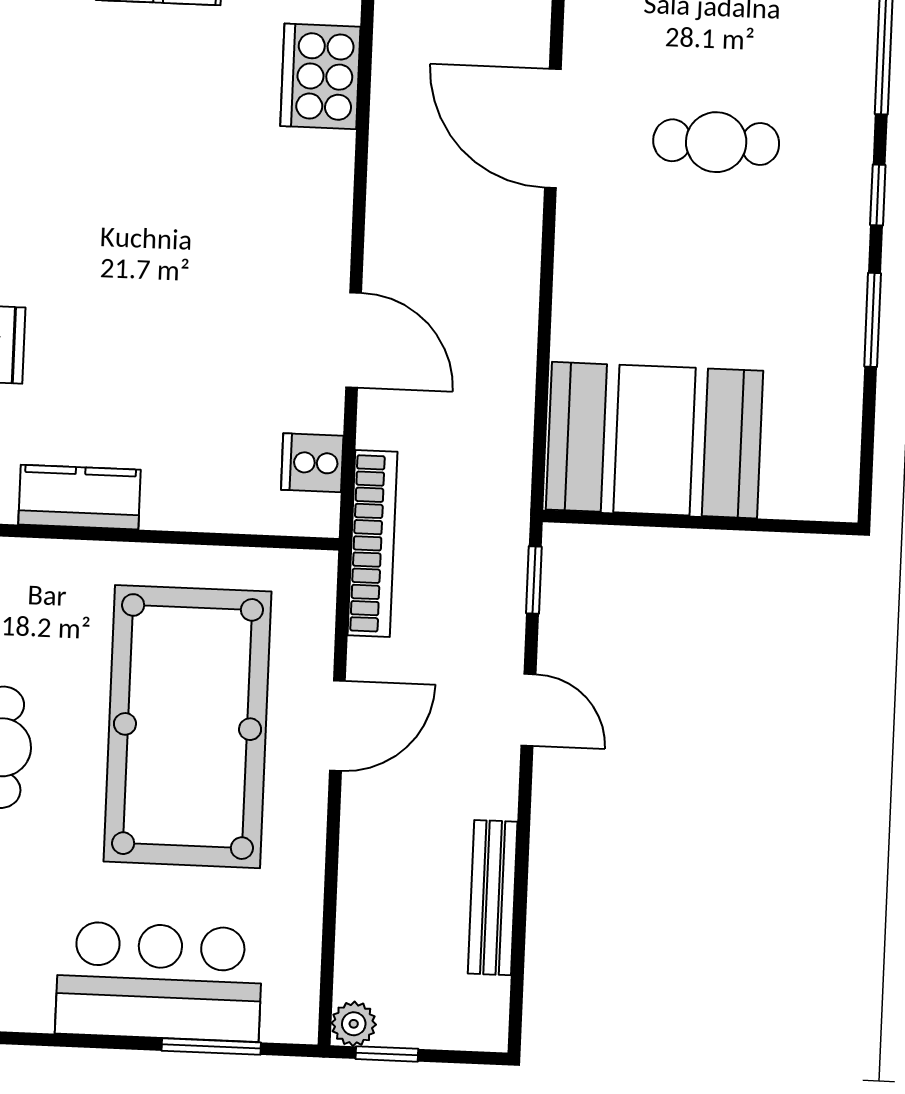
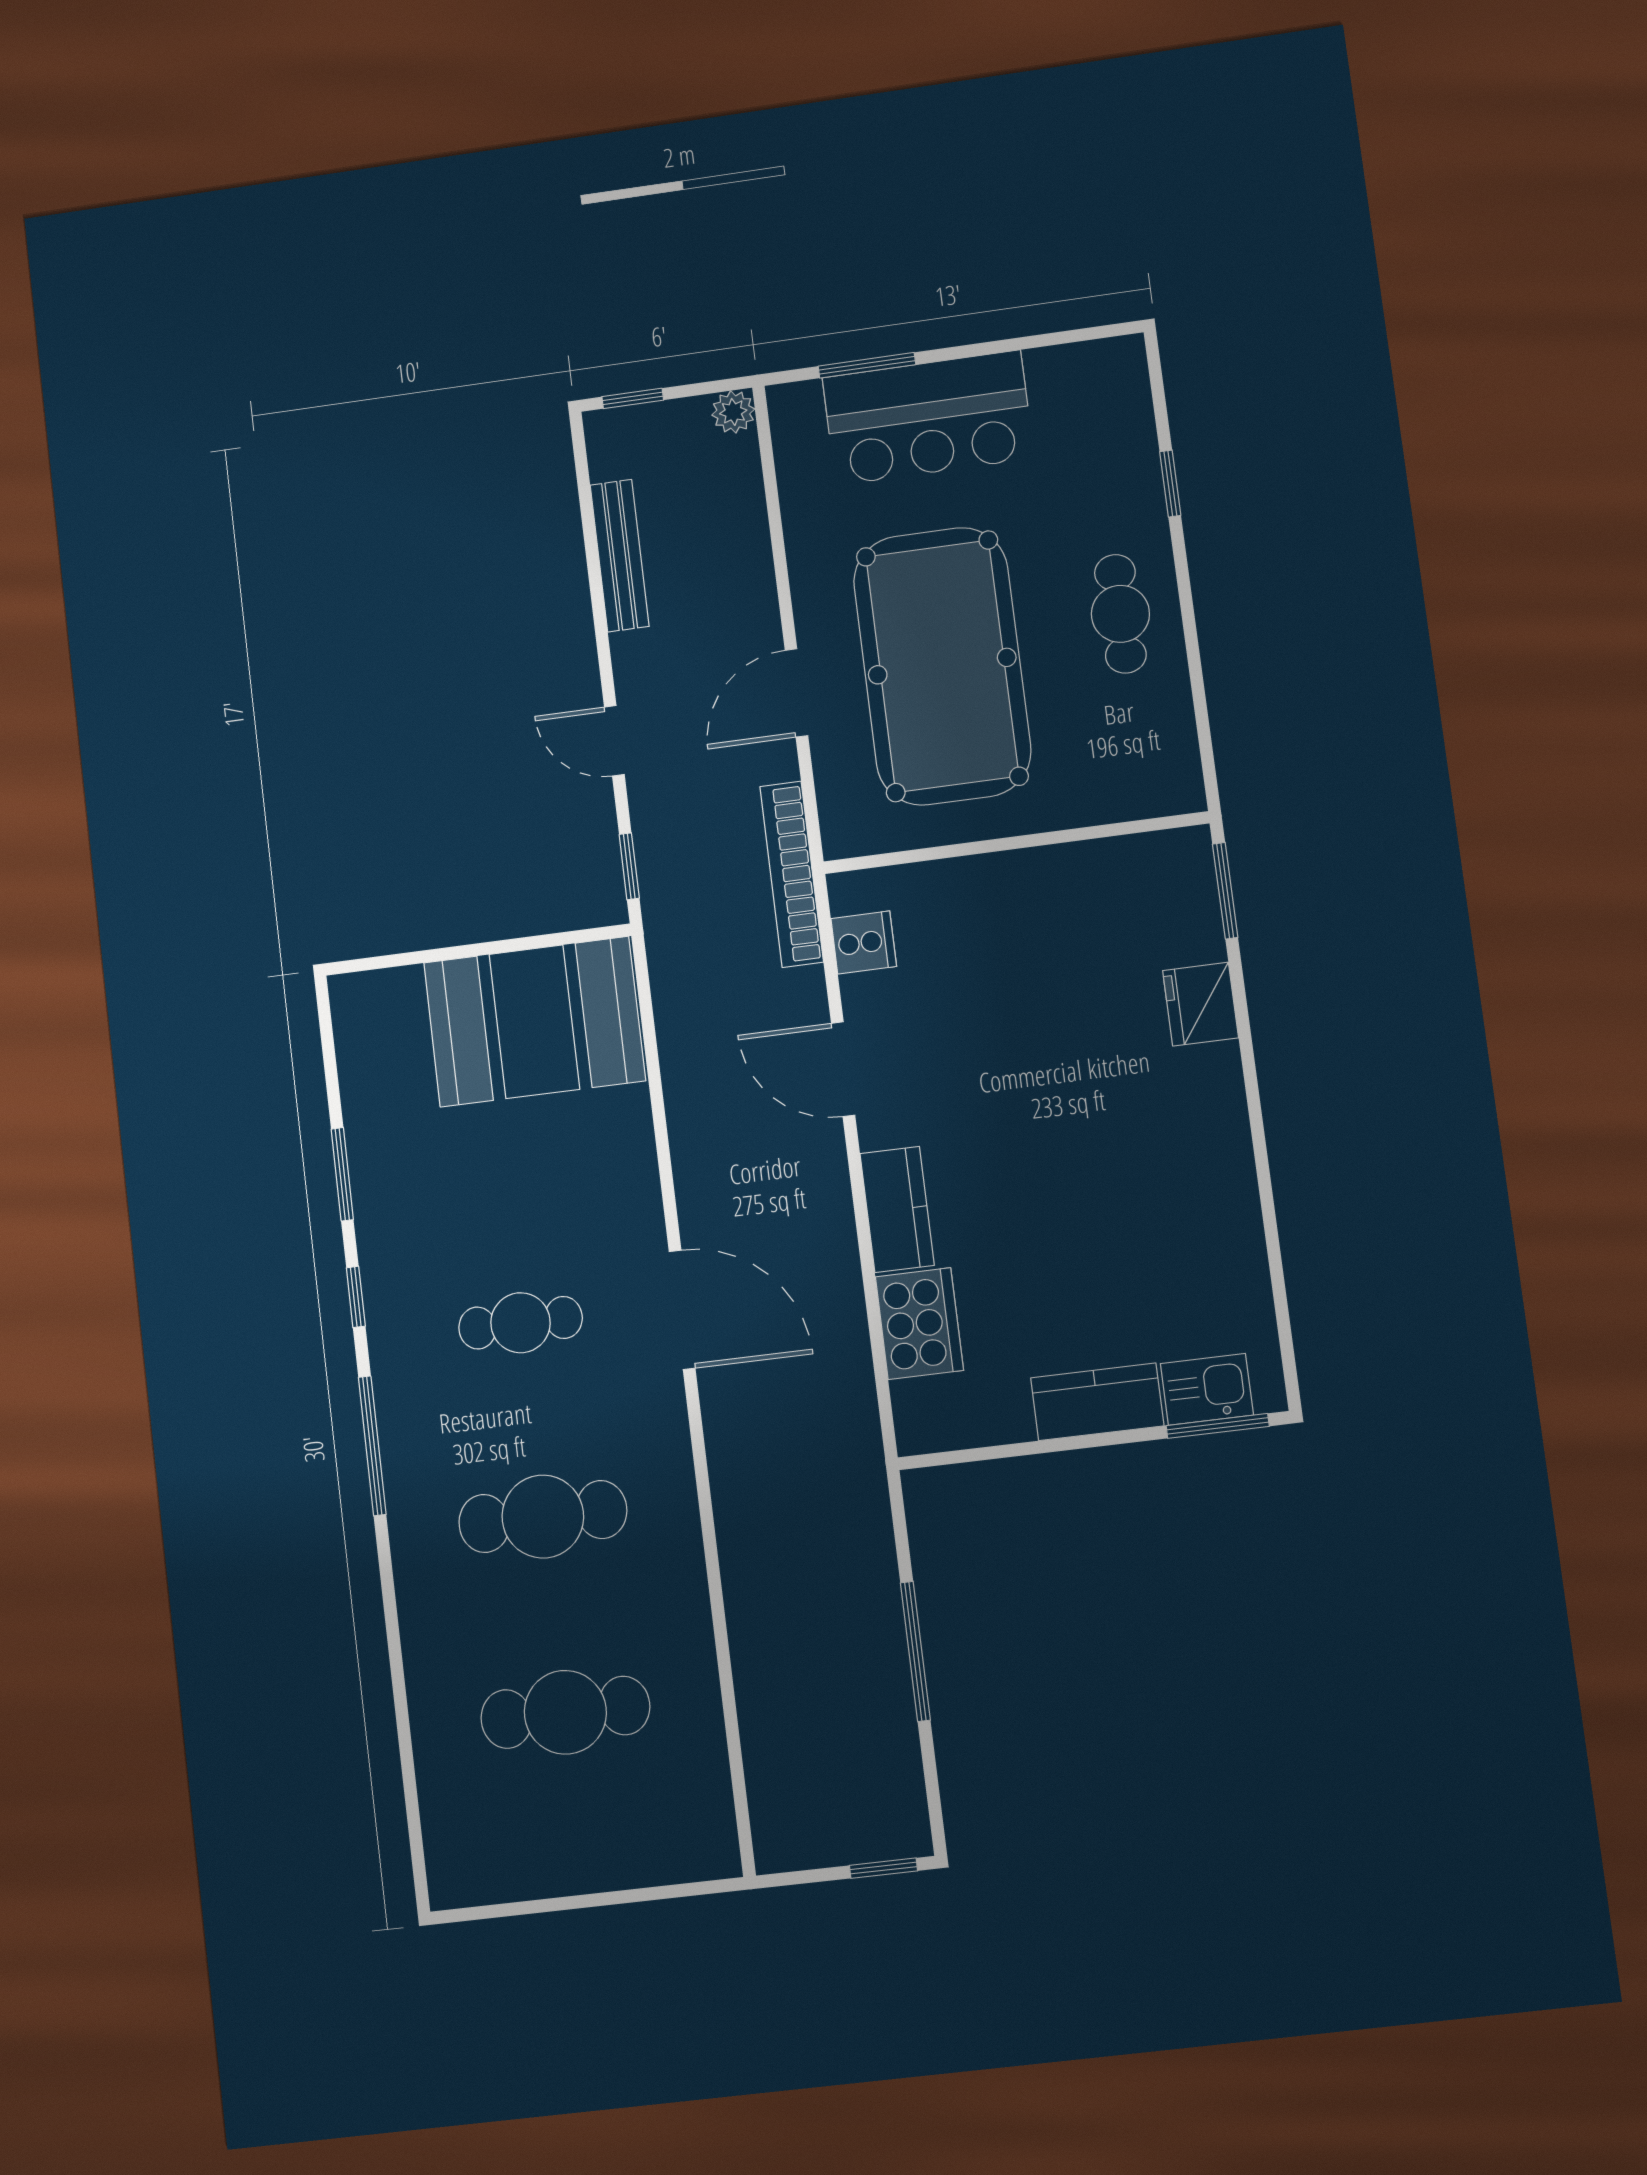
kitchen counter: (80, 497) -> (897, 1209), moved, turned -90
window: (387, 1054) -> (633, 398), moved

